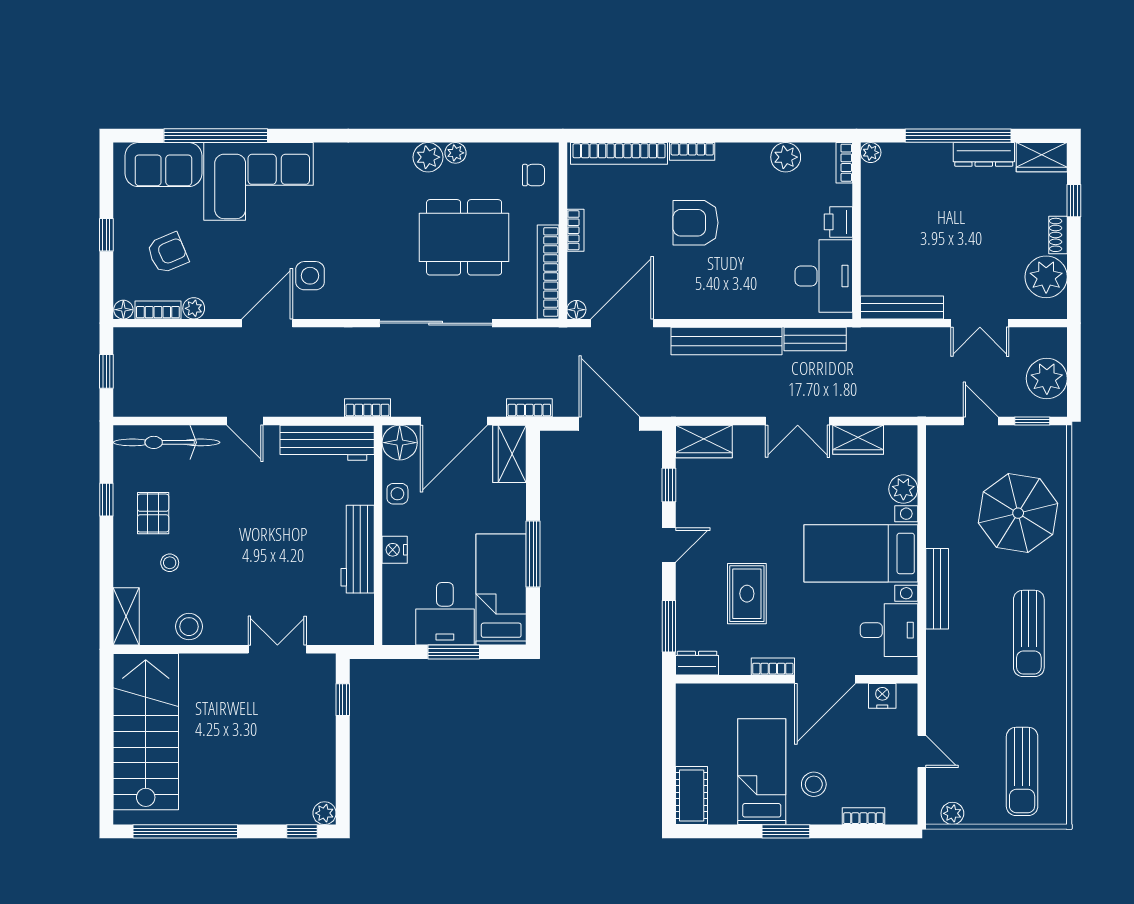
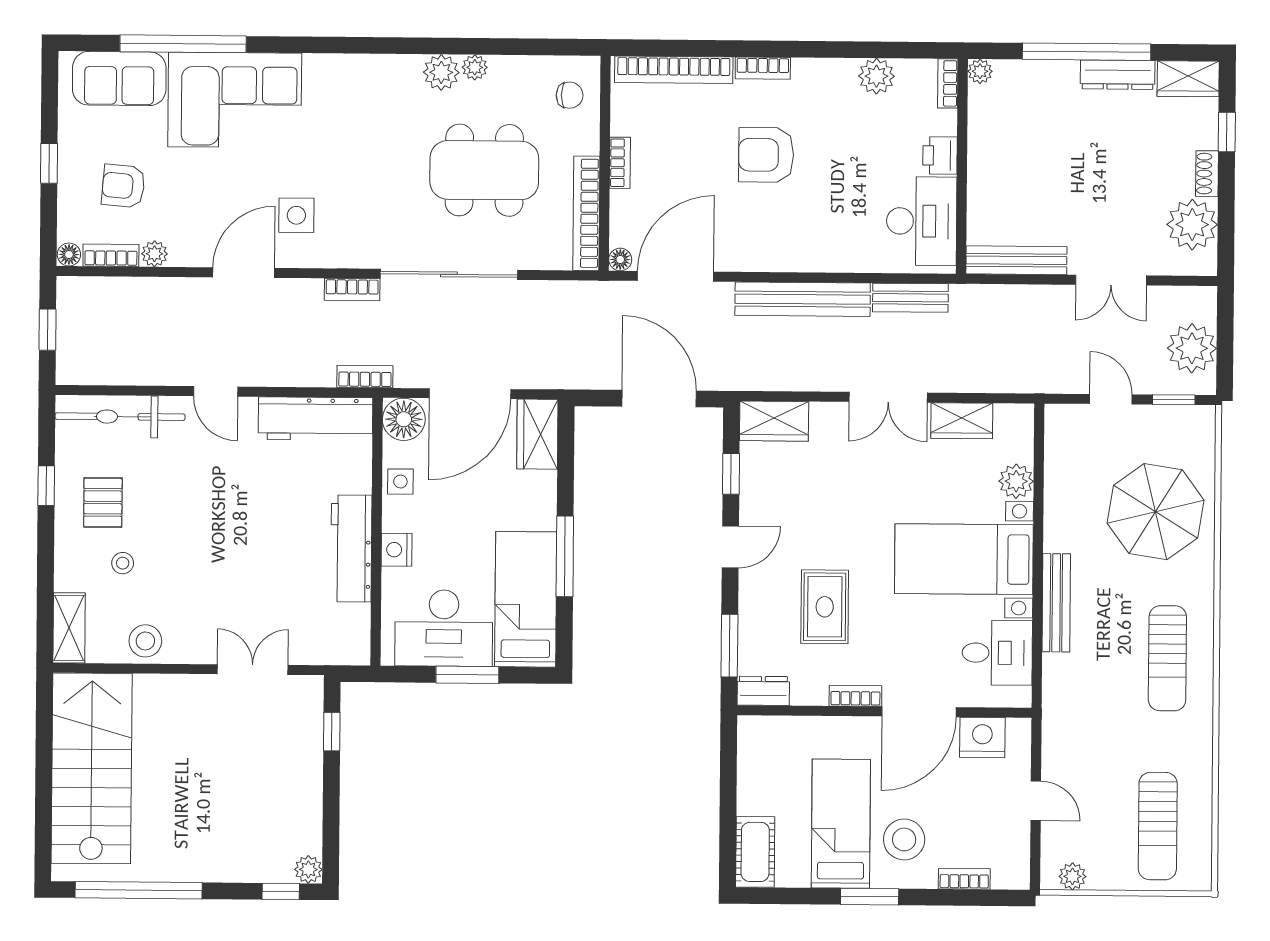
armchair: (168, 253) -> (123, 186), turned -152
bookcase: (529, 408) -> (352, 290), moved, turned 180
desk: (445, 614) -> (444, 628), width x1.37
nightstand: (882, 696) -> (982, 737), width x1.36, depth x1.33
stool: (814, 784) -> (904, 839), width x1.38, depth x1.38

